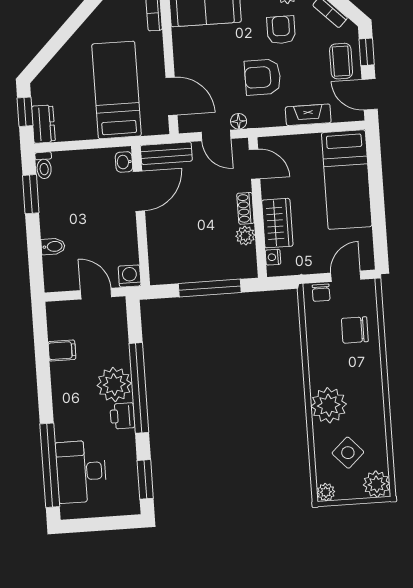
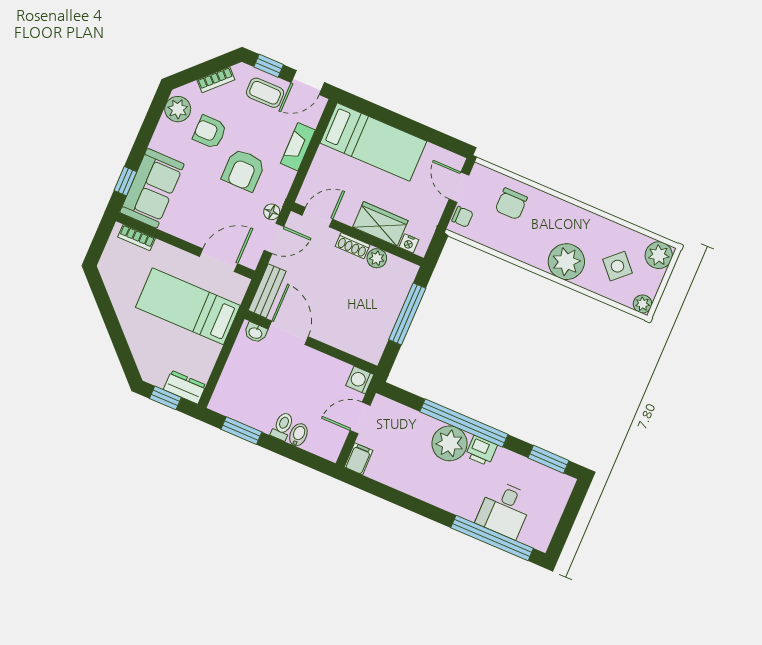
toilet: (44, 165) -> (283, 426), moved, turned -90
filing cabinet: (62, 350) -> (359, 459), moved
desk: (81, 472) -> (504, 510), width x0.73

